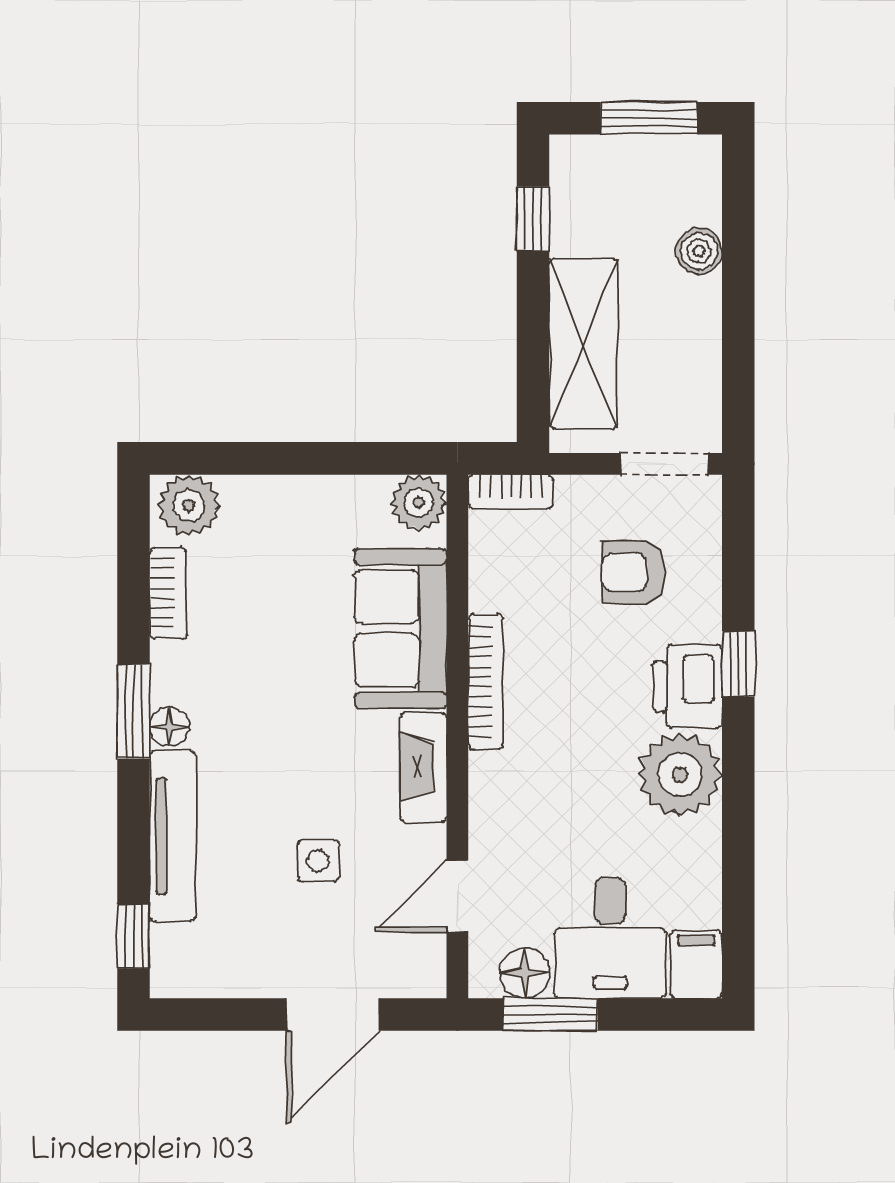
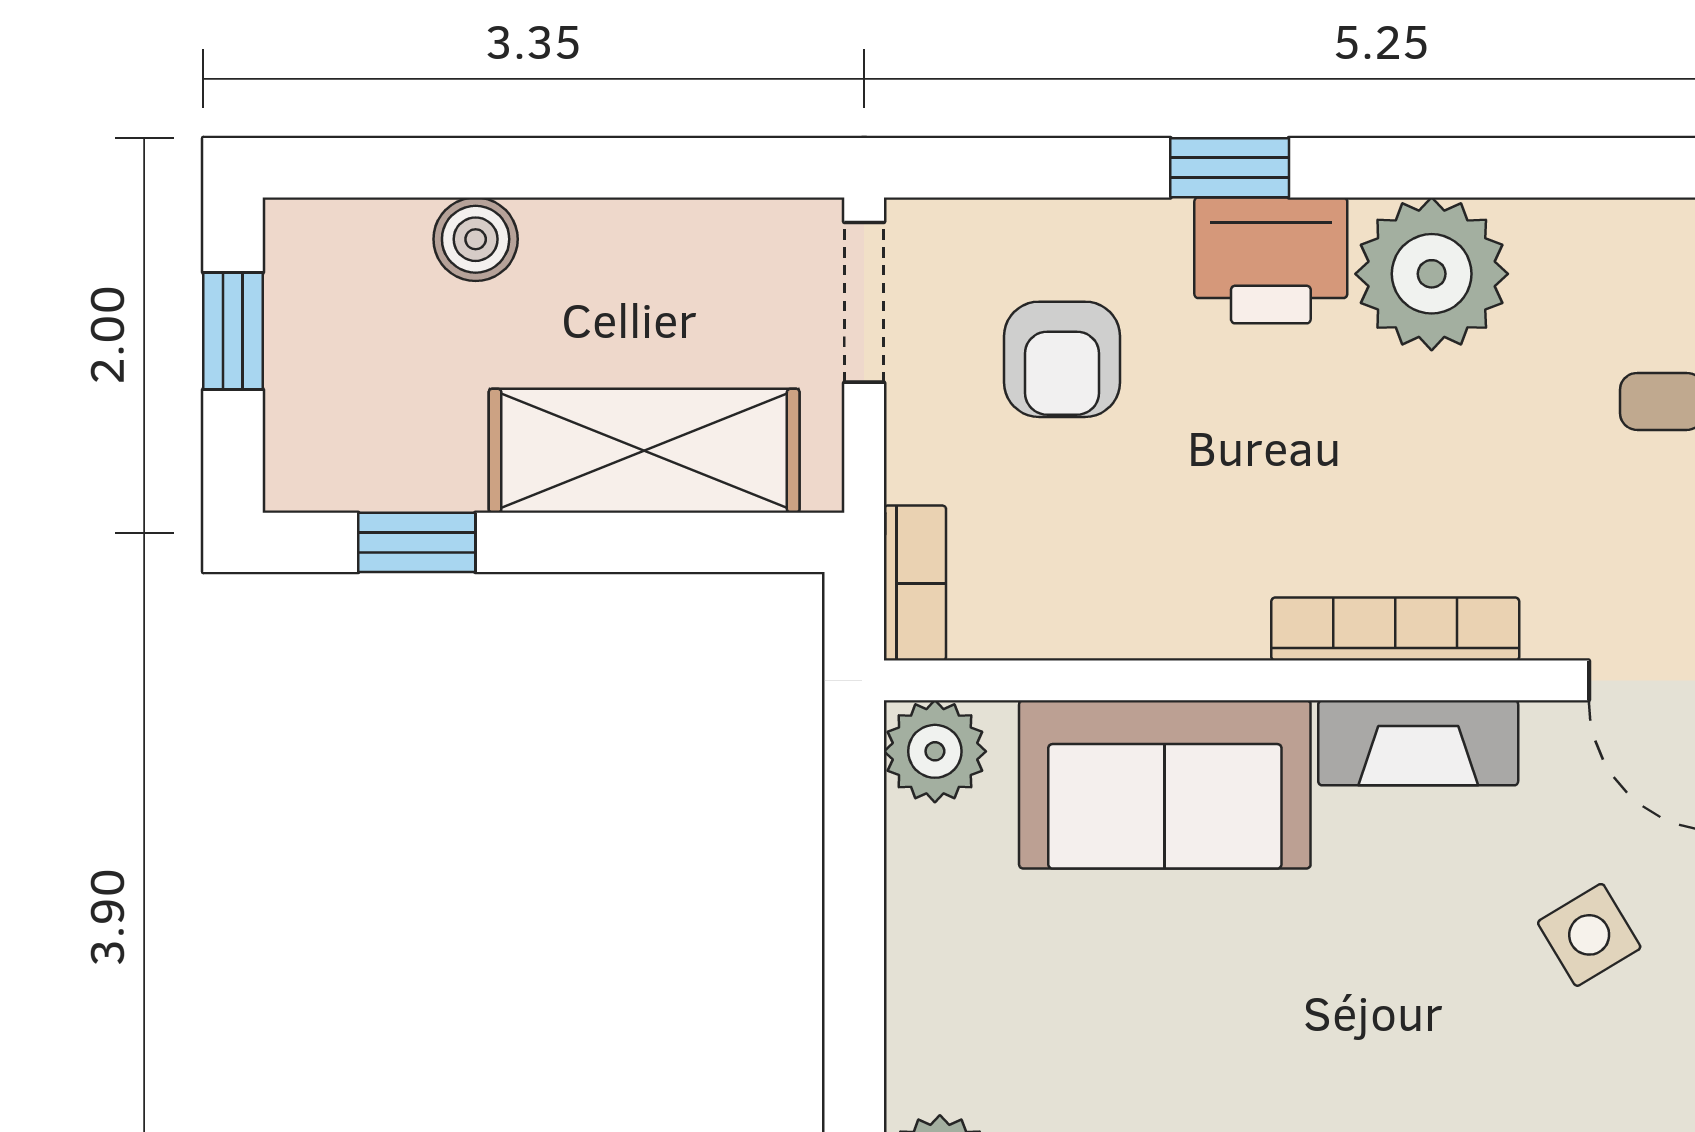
window: (649, 118) -> (233, 331), width x0.67
bookcase: (486, 682) -> (1395, 629), moved
side table: (318, 861) -> (1589, 935), turned -31

